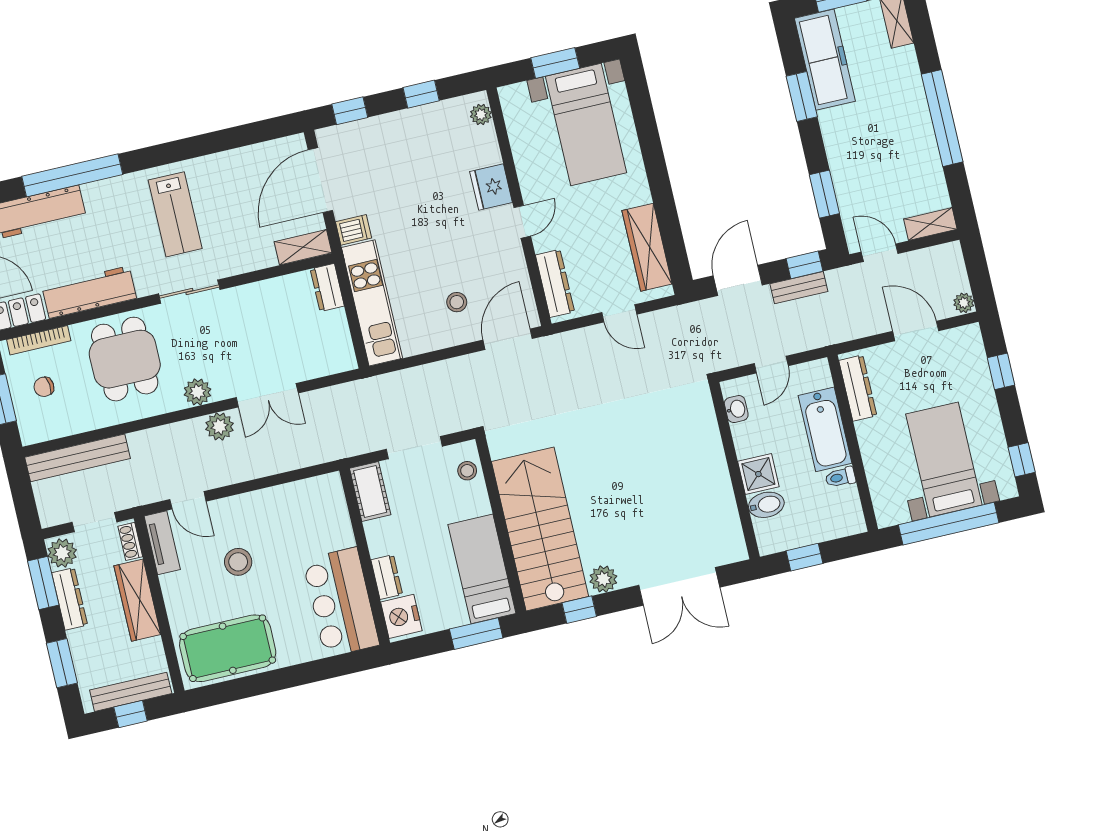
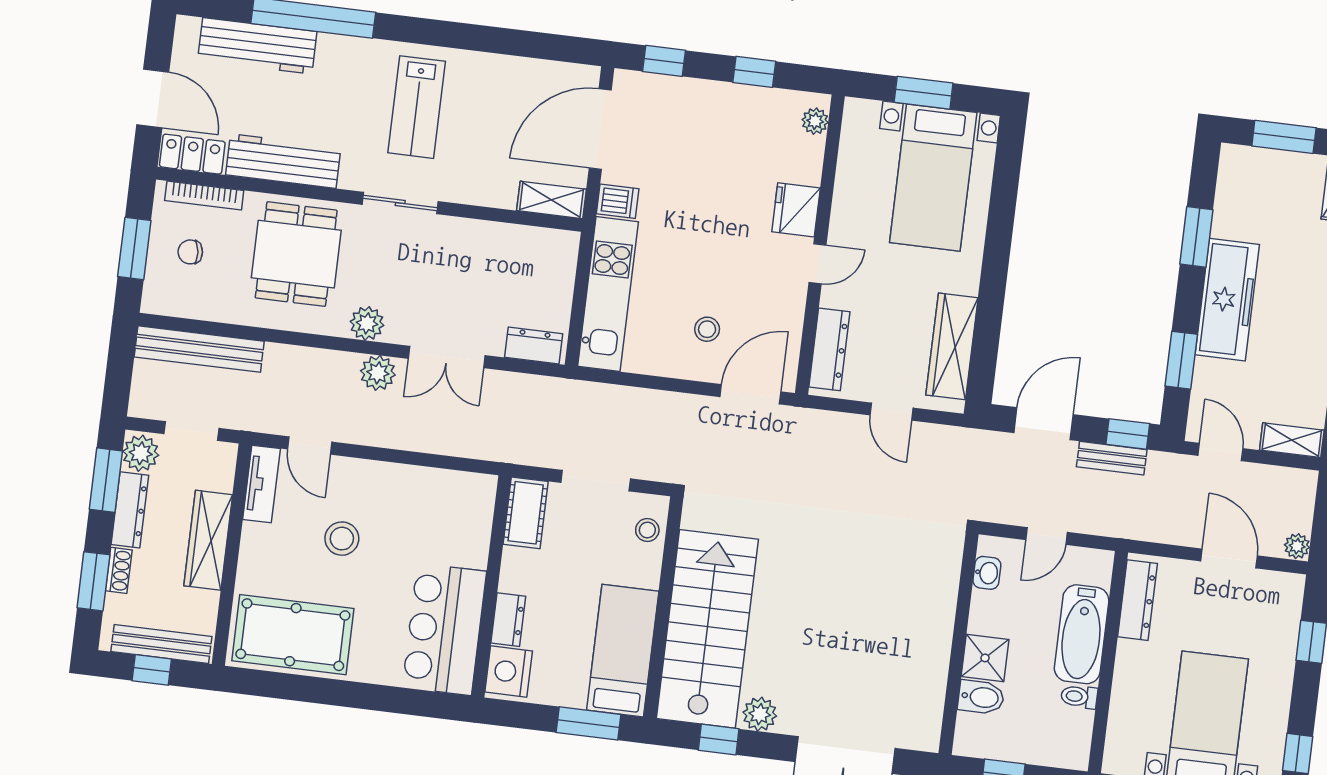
freezer: (825, 60) -> (1227, 300), moved
dresser: (327, 288) -> (534, 346), moved, turned 90
shoe rack: (130, 541) -> (119, 570), moved, turned 180

